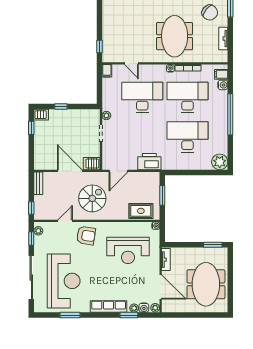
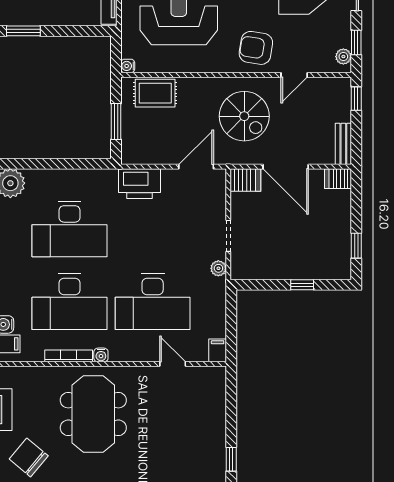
window: (99, 46) -> (231, 459), moved
server rack: (41, 115) -> (338, 179), moved
spiral stairs: (92, 198) -> (244, 116), turned -90

